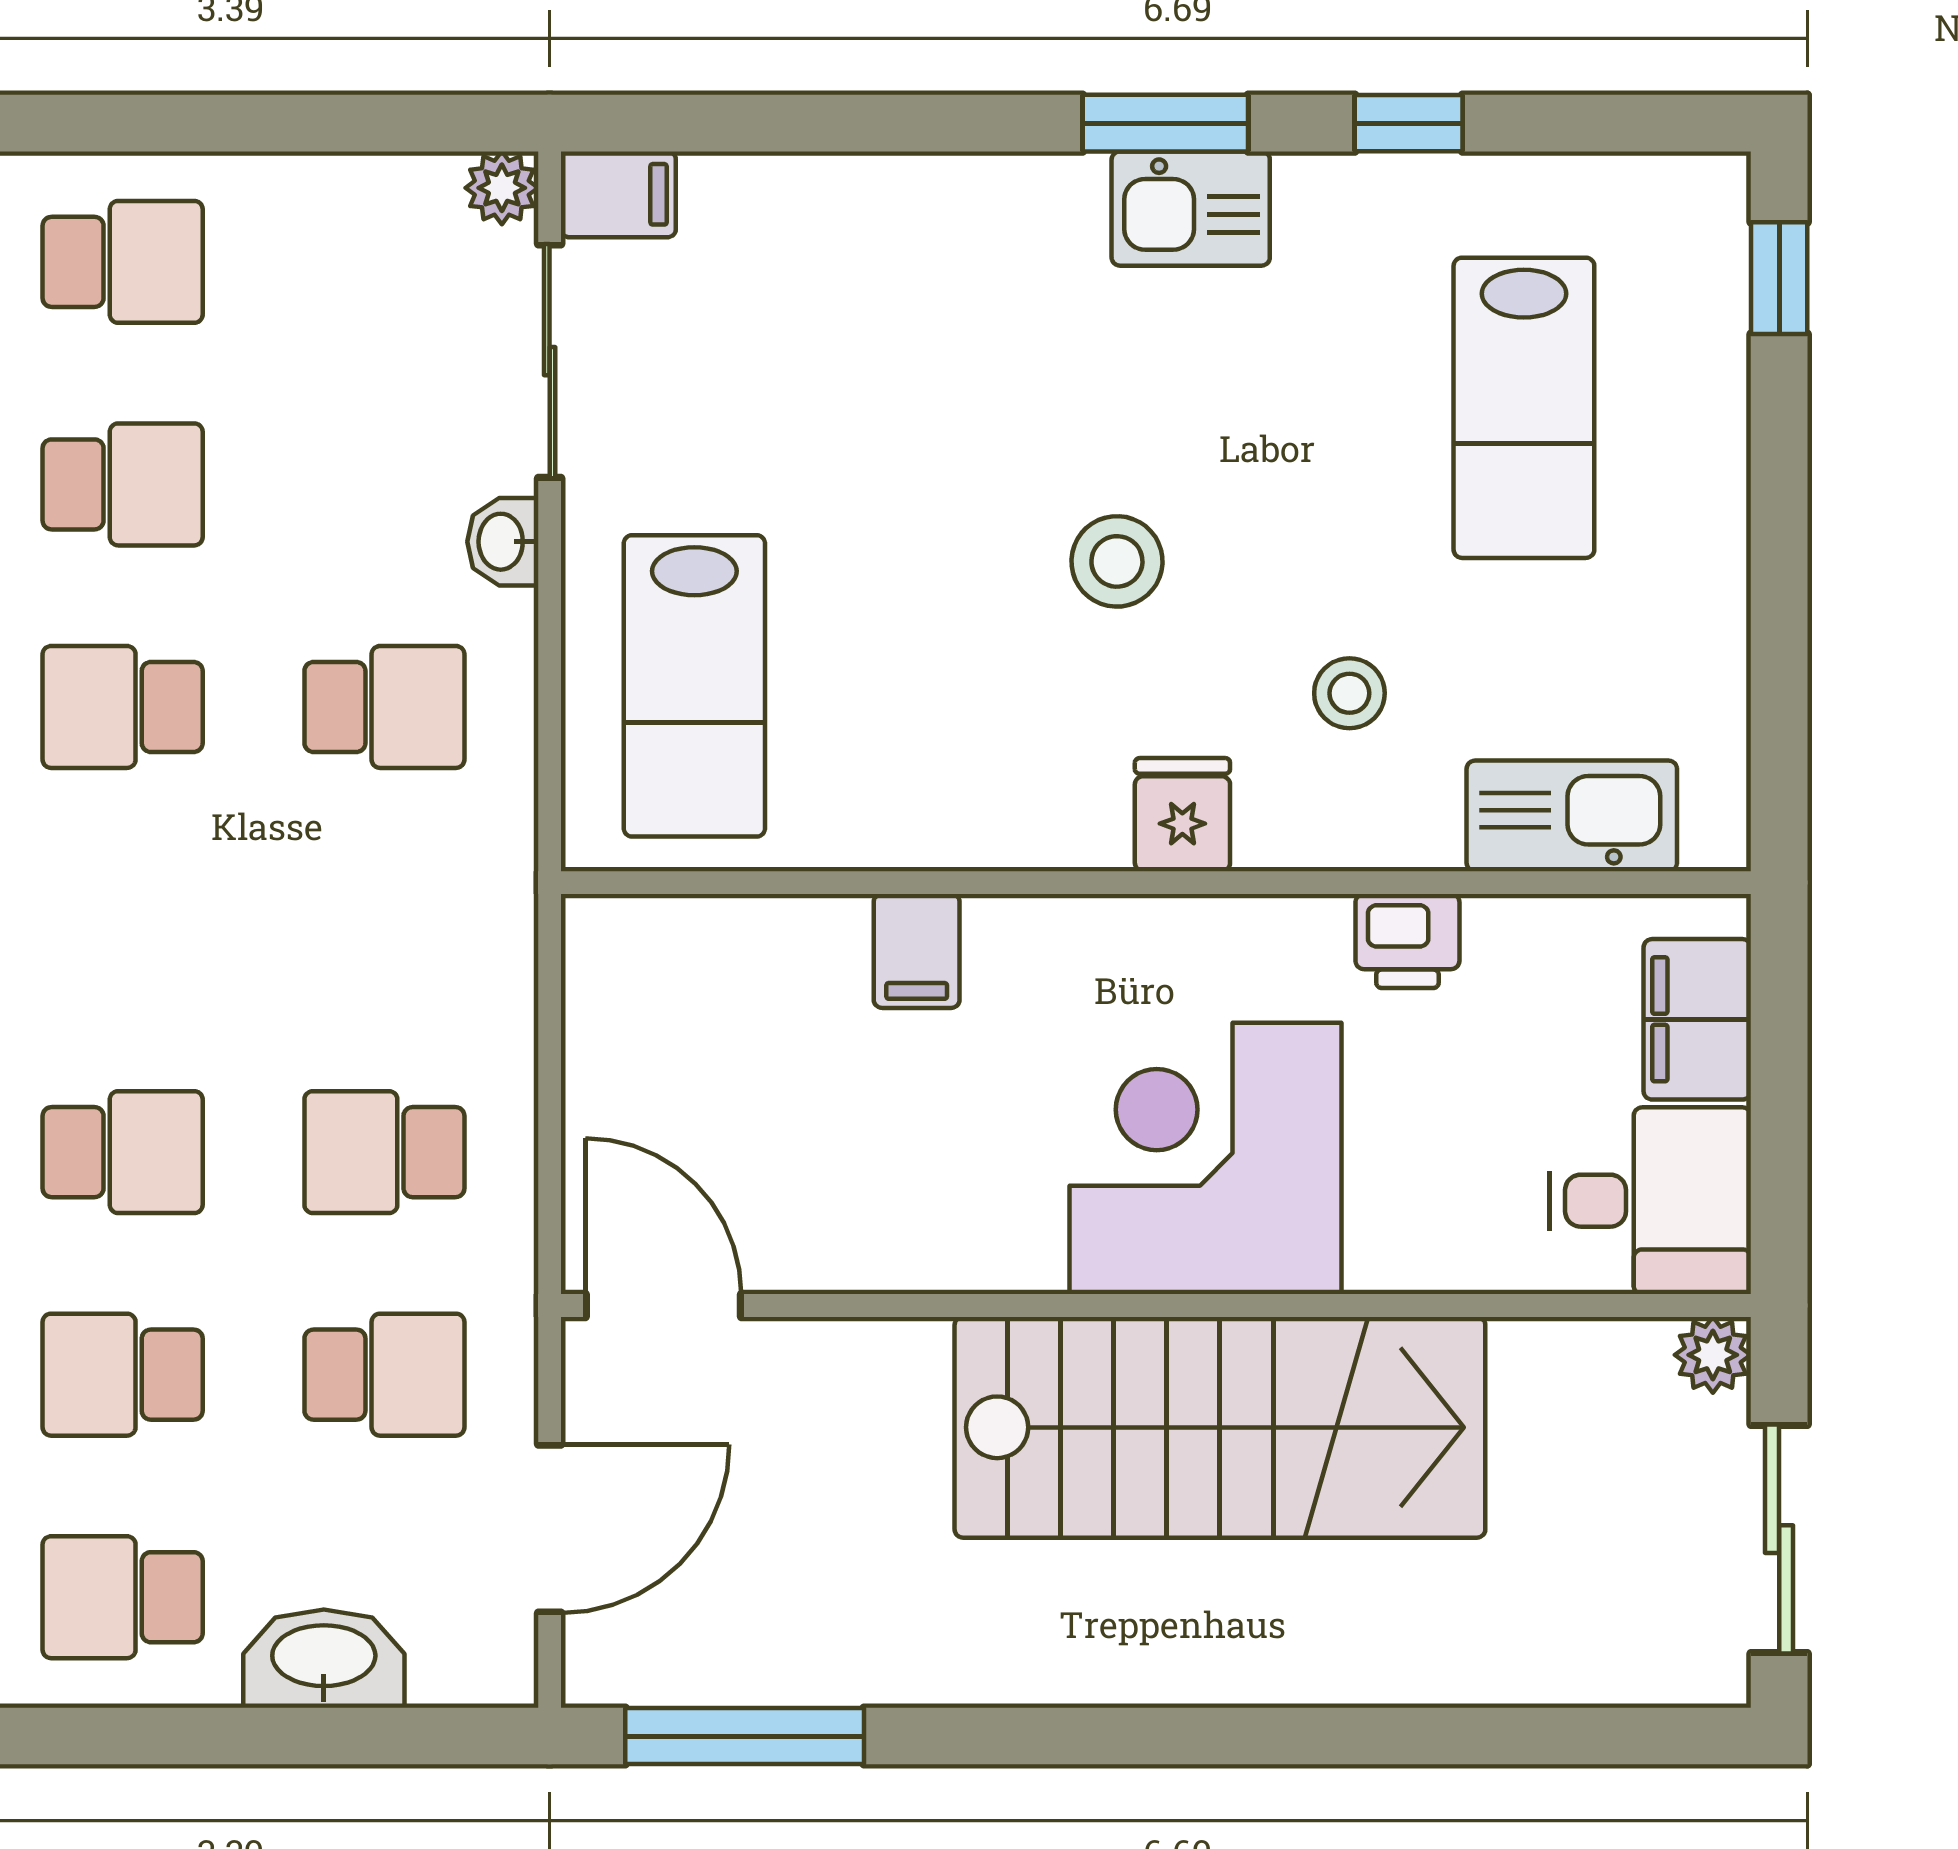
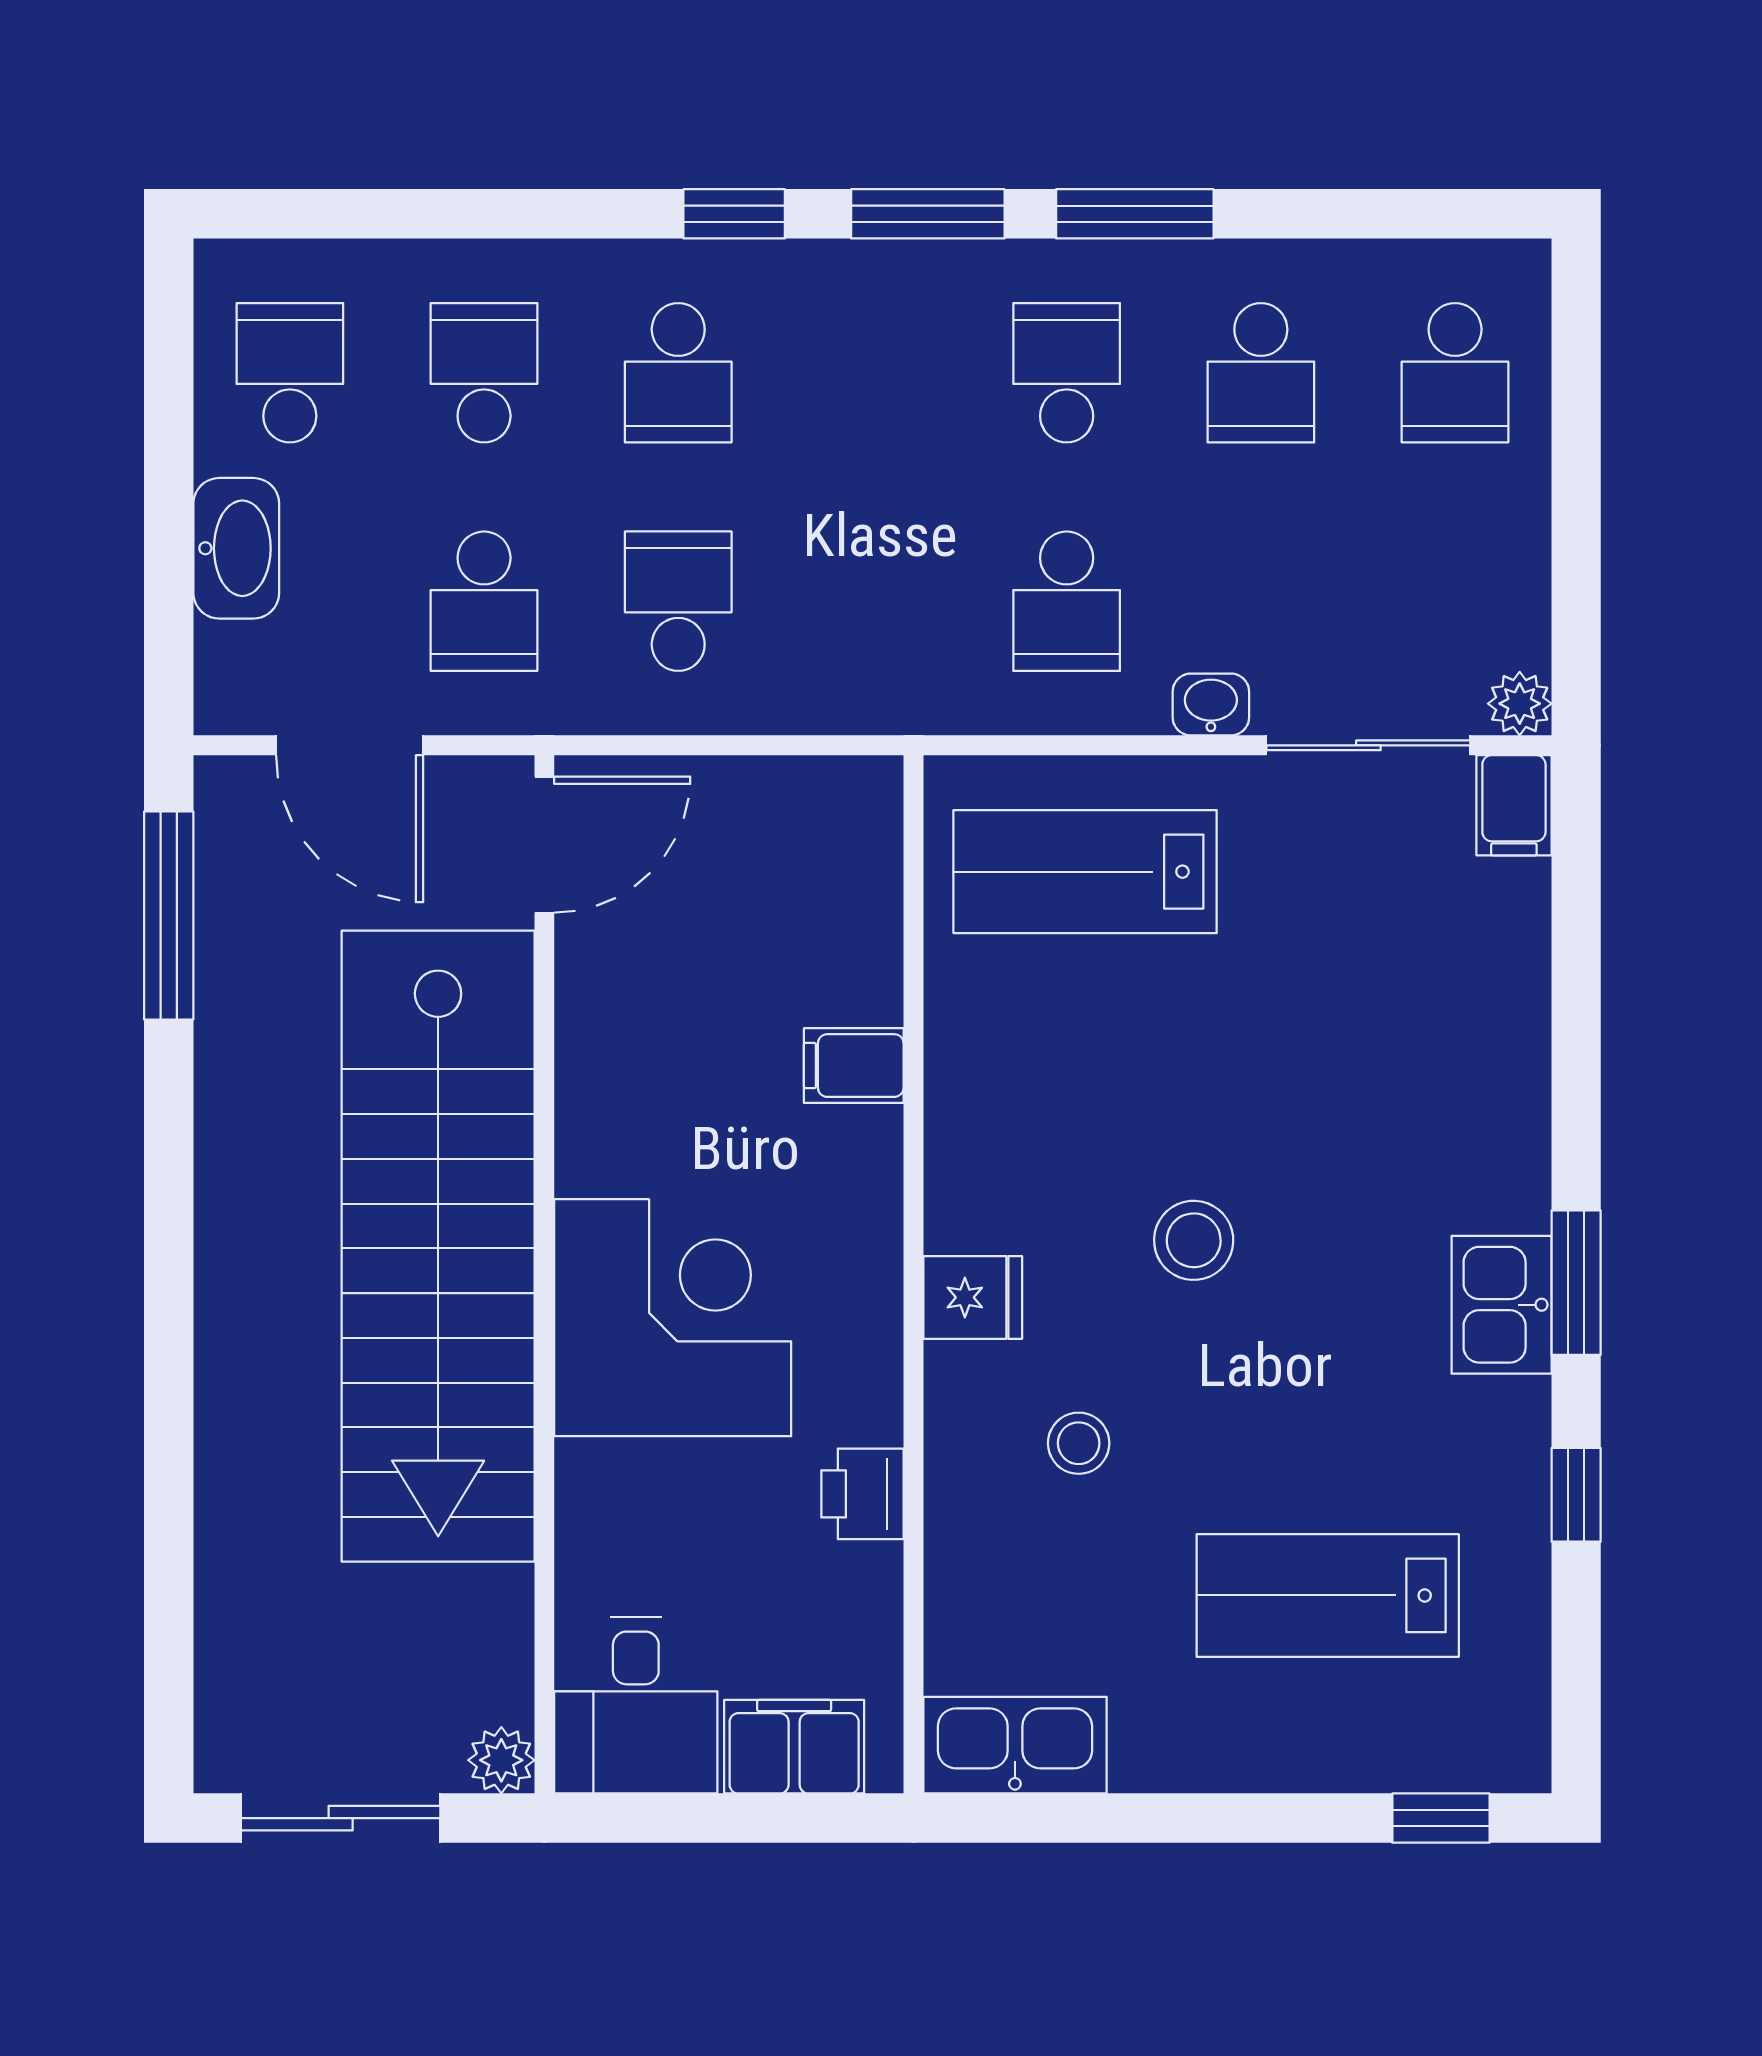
kitchen sink: (1572, 816) -> (1015, 1745), moved, turned -90
stairs: (1220, 1427) -> (438, 1246), width x1.36

